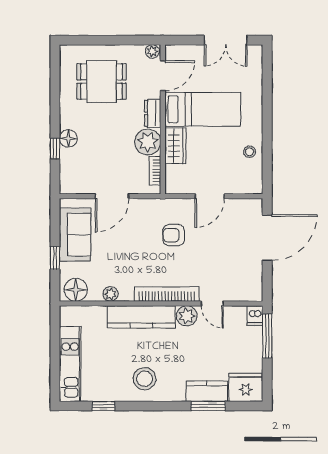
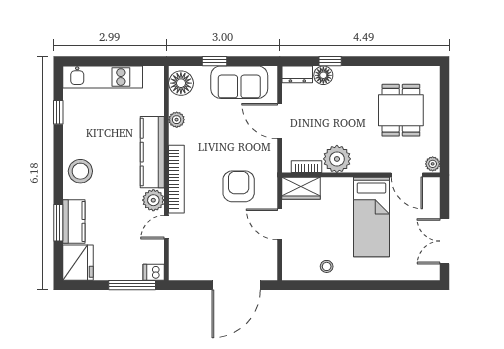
dresser: (153, 113) -> (297, 74), moved, turned 180
floor lamp: (68, 138) -> (323, 75), moved
wardrobe: (175, 146) -> (301, 188), moved
armchair: (174, 235) -> (239, 186), width x1.38, depth x1.38
door: (267, 238) -> (236, 285), hinge flipped
stool: (145, 379) -> (80, 171), moved

